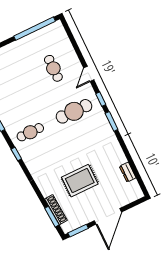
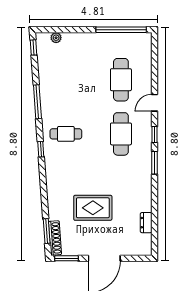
cafe table: (53, 68) -> (121, 80), width x1.37, depth x1.35
cafe table: (74, 111) -> (121, 134), turned 90
shoe rack: (56, 210) -> (55, 238), moved

